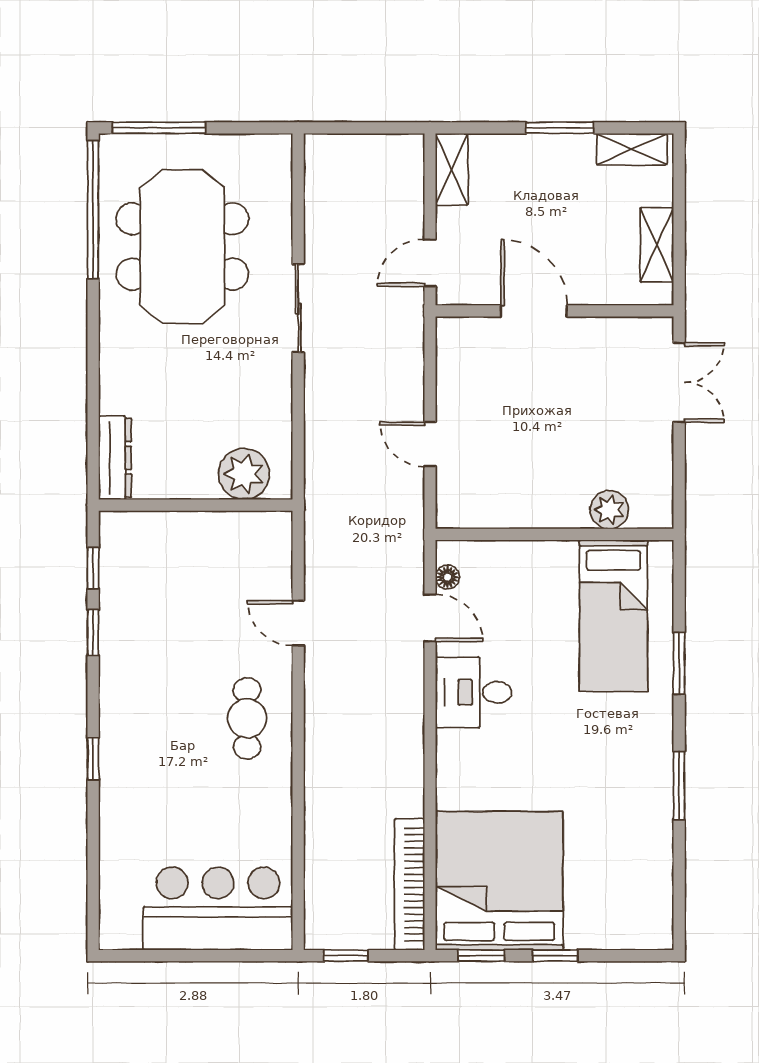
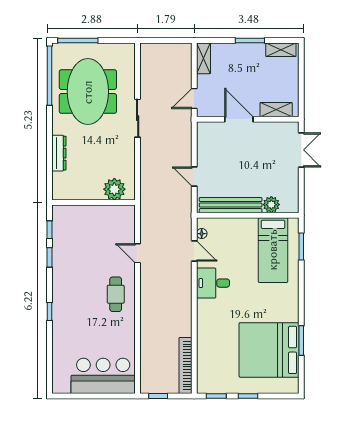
shelving: (657, 245) -> (276, 110), moved, turned 90
dresser: (115, 458) -> (59, 153), moved
bench: (515, 511) -> (231, 205), added
window: (679, 663) -> (301, 247), moved
window: (679, 786) -> (301, 340), moved
bed: (499, 881) -> (269, 350), moved, turned -90

